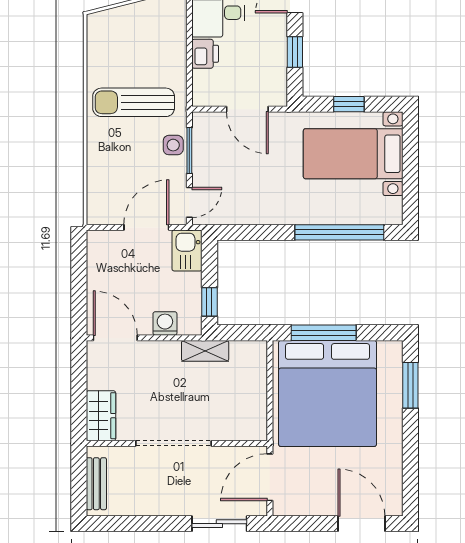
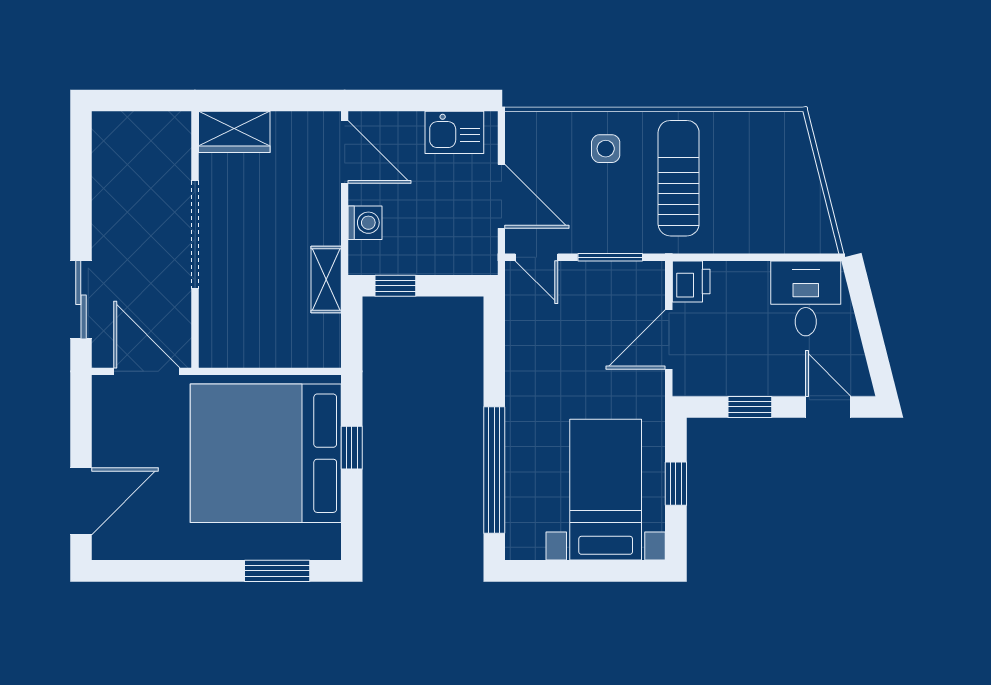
printer: (205, 54) -> (691, 281), moved, turned -90
side table: (173, 145) -> (606, 149), moved
kitchen sink: (187, 250) -> (454, 132), moved, turned 180
window: (324, 333) -> (352, 448), width x0.46
door: (115, 338) -> (345, 152), hinge flipped
bench: (96, 484) -> (138, 125), removed

